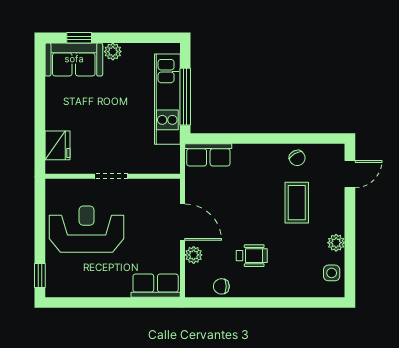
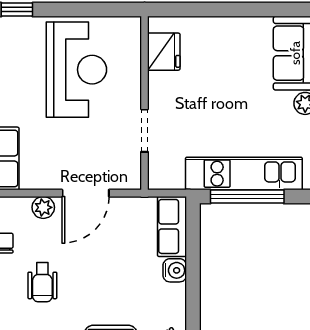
fridge: (57, 145) -> (164, 52), moved, turned -90
water cooler: (242, 153) -> (175, 270), added
doorway: (111, 176) -> (145, 131), moved

